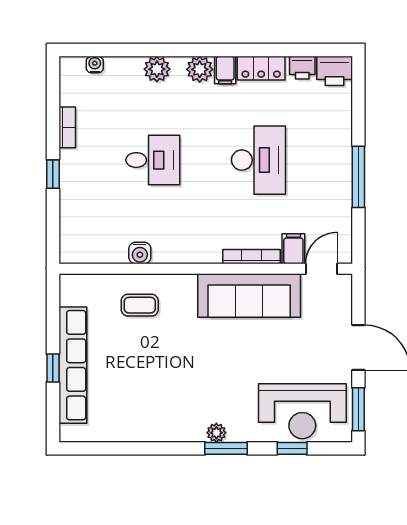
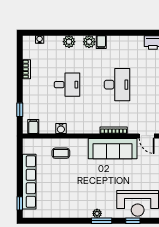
locker: (261, 68) -> (118, 41), removed
printer: (302, 68) -> (138, 41), removed
window: (53, 174) -> (20, 110), moved
filing cabinet: (293, 249) -> (33, 127), moved
door: (321, 269) -> (147, 136), swing flipped
window: (53, 368) -> (20, 203), moved

